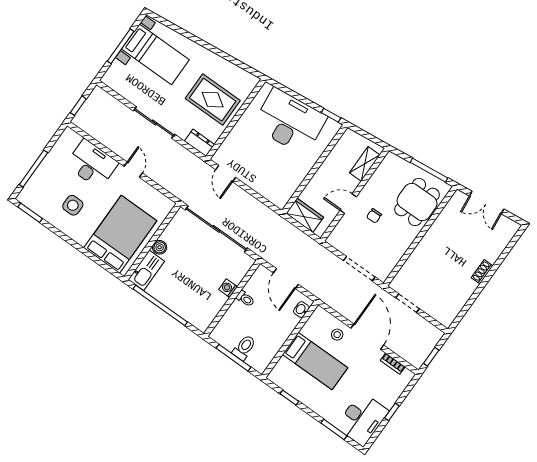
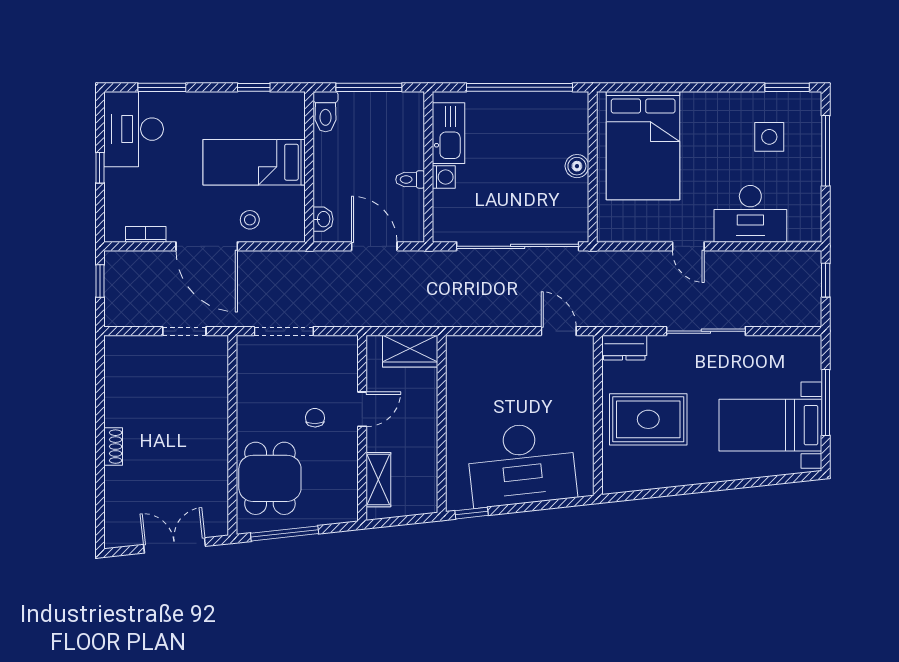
side table: (73, 205) -> (769, 137), moved
kitchen sink: (146, 270) -> (448, 133), moved, turned 180
toilet: (244, 348) -> (326, 112), moved

